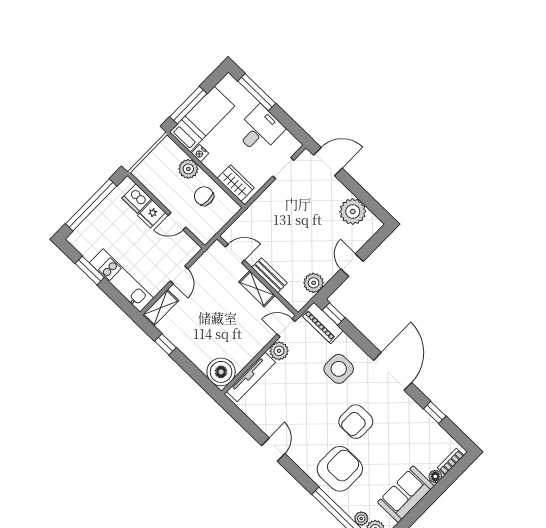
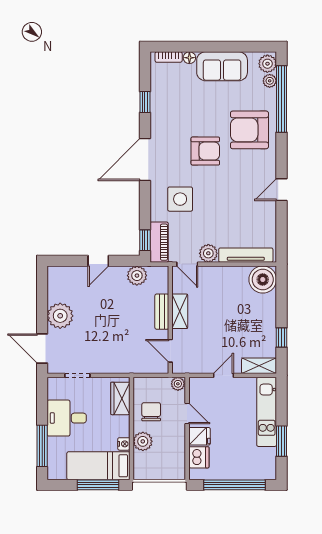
chair: (204, 196) -> (151, 412), turned 180
plant: (353, 211) -> (60, 316), moved
plant: (205, 236) -> (178, 384), added

